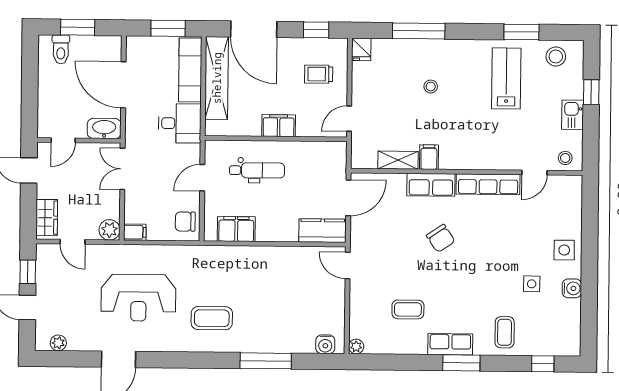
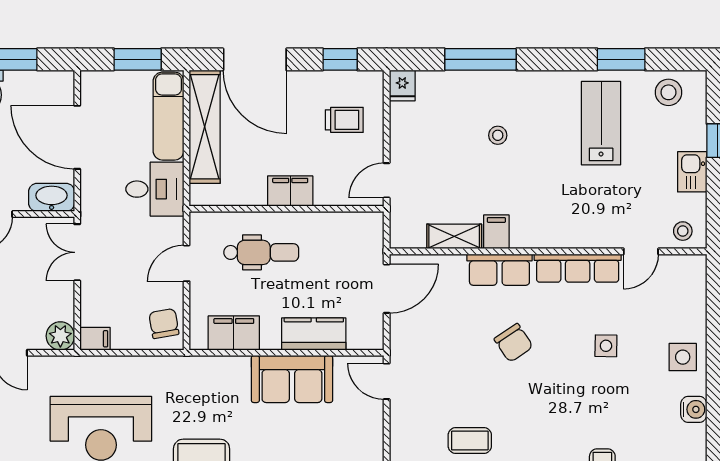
trolley: (319, 74) -> (344, 120), turned 180
chair: (185, 222) -> (164, 323), turned 80
kitchen counter: (323, 231) -> (314, 334), moved
sofa: (278, 263) -> (292, 379), added
side table: (532, 284) -> (606, 346), moved

